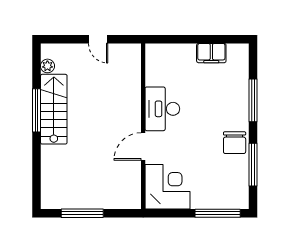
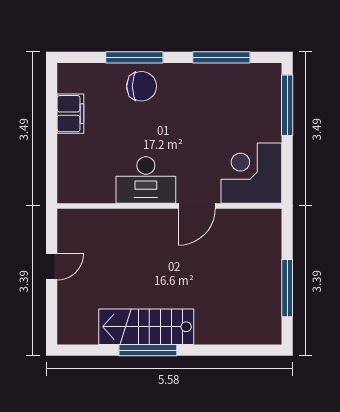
plant: (47, 66) -> (88, 335), removed
chair: (235, 143) -> (142, 86), moved
door: (143, 146) -> (197, 206), hinge flipped

